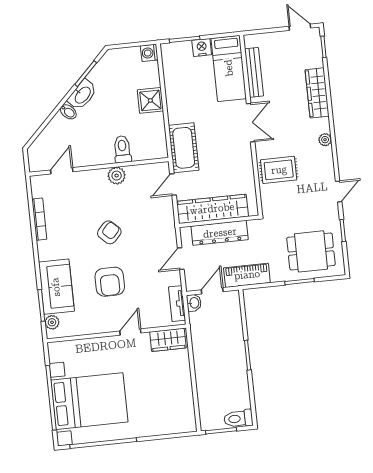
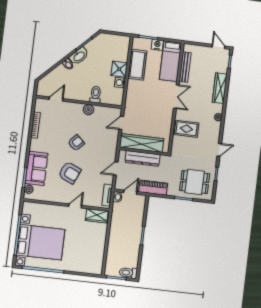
washing machine: (149, 53) -> (120, 83), moved
cot: (184, 148) -> (137, 65), moved
armchair: (110, 282) -> (70, 173), turned -66

